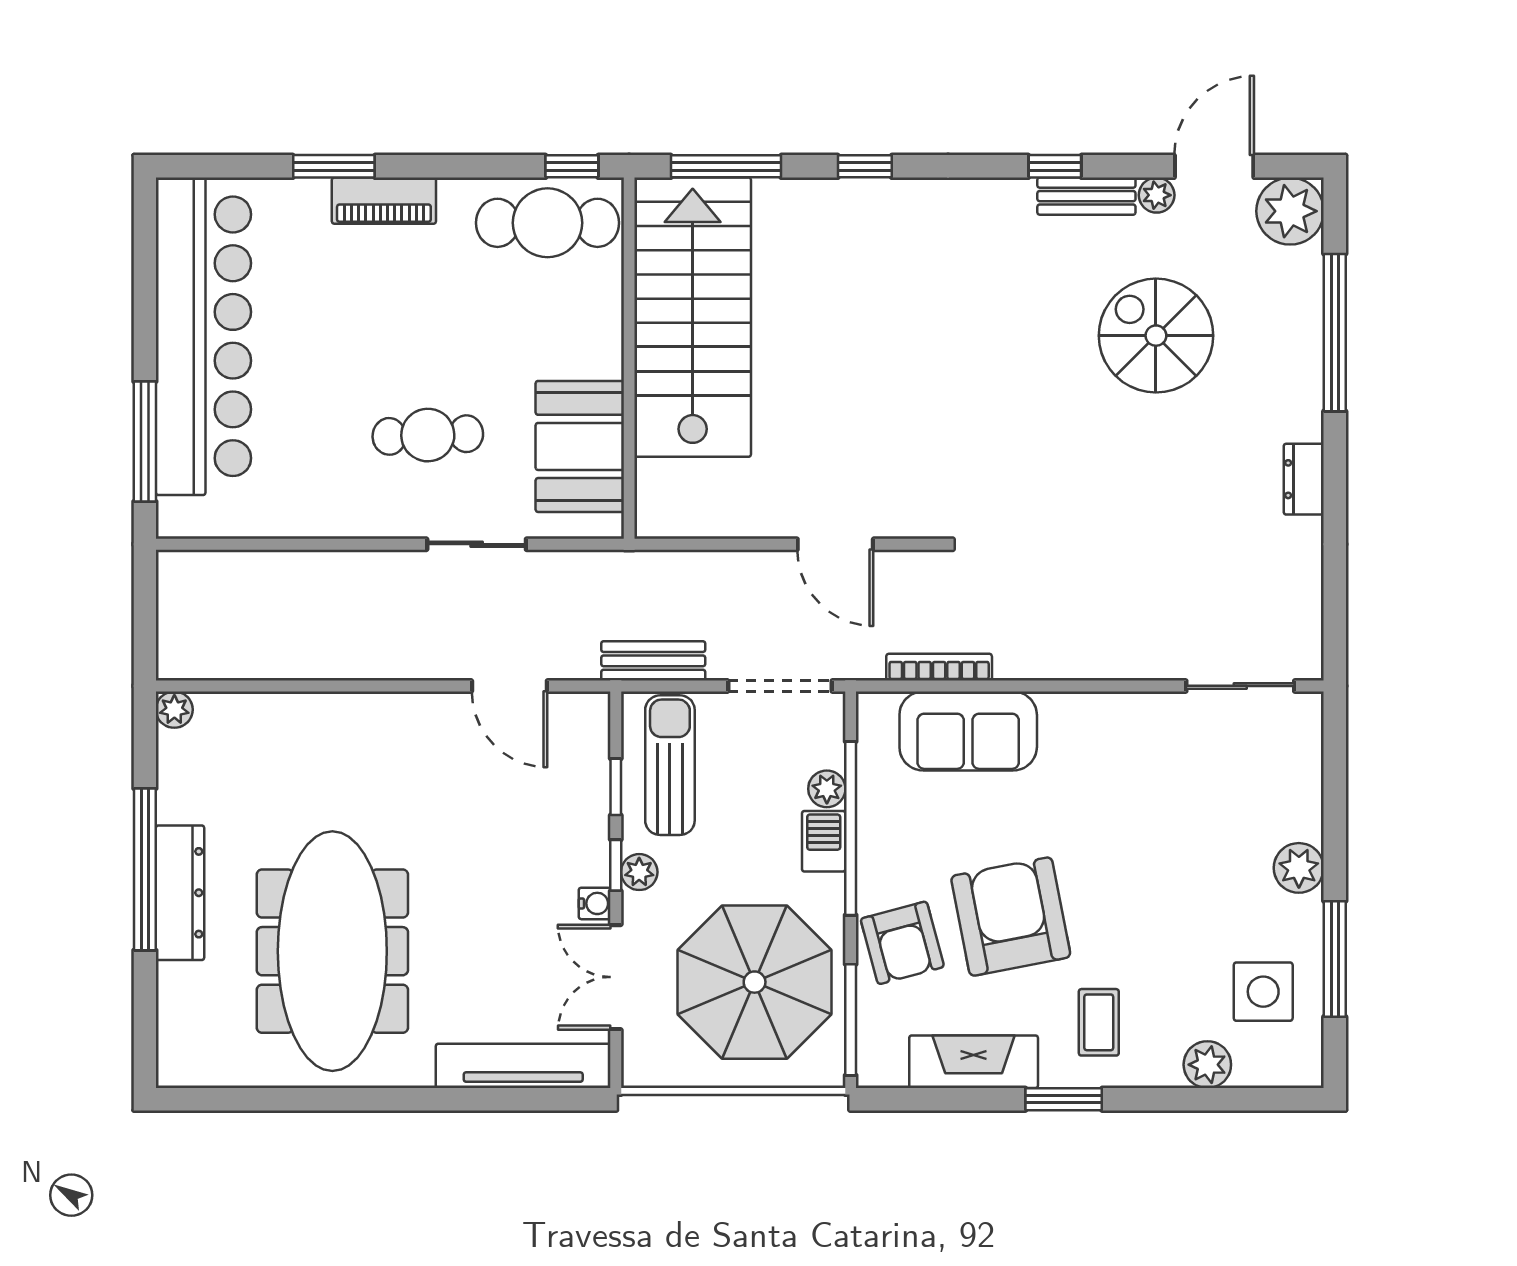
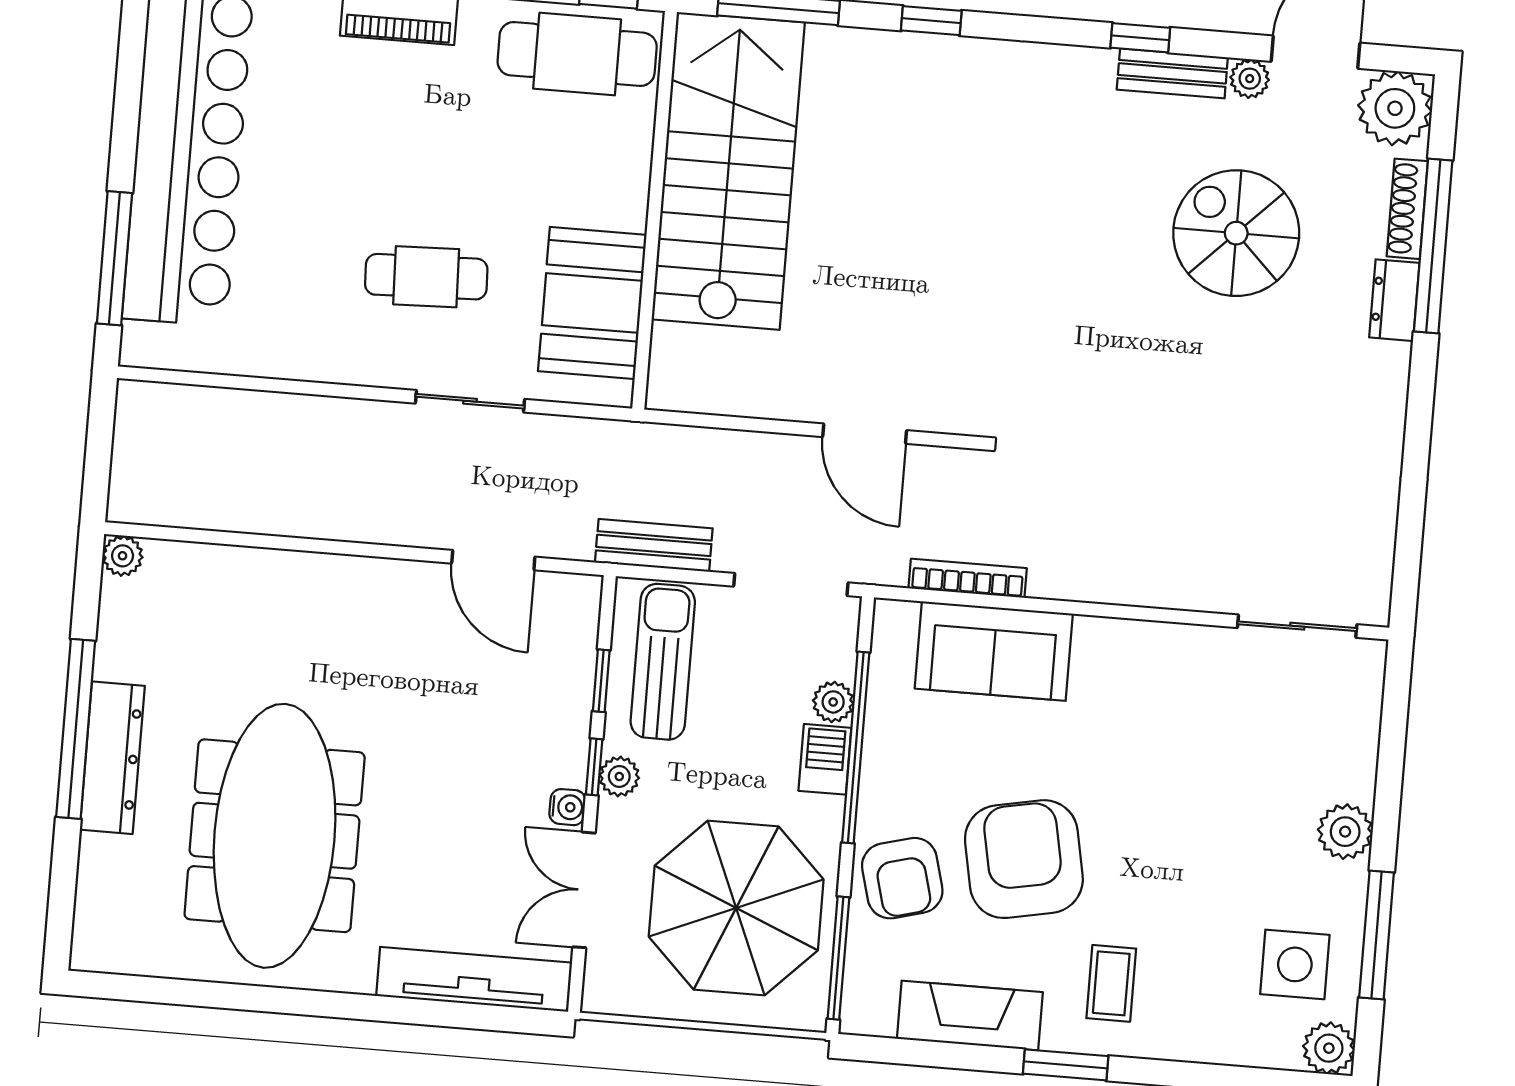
shoe rack: (1309, 301) -> (1407, 209), added
dresser: (1304, 479) -> (1394, 300), moved
plant: (1207, 1065) -> (1329, 1048), moved

